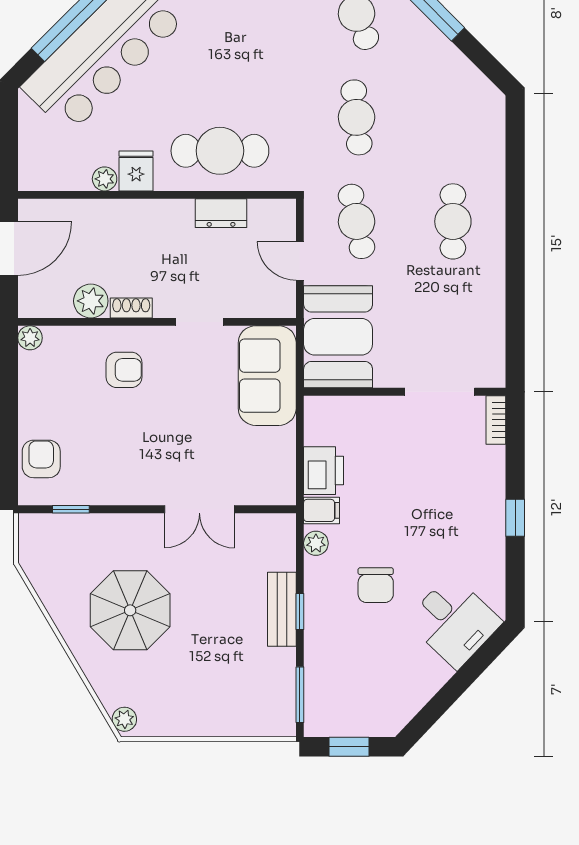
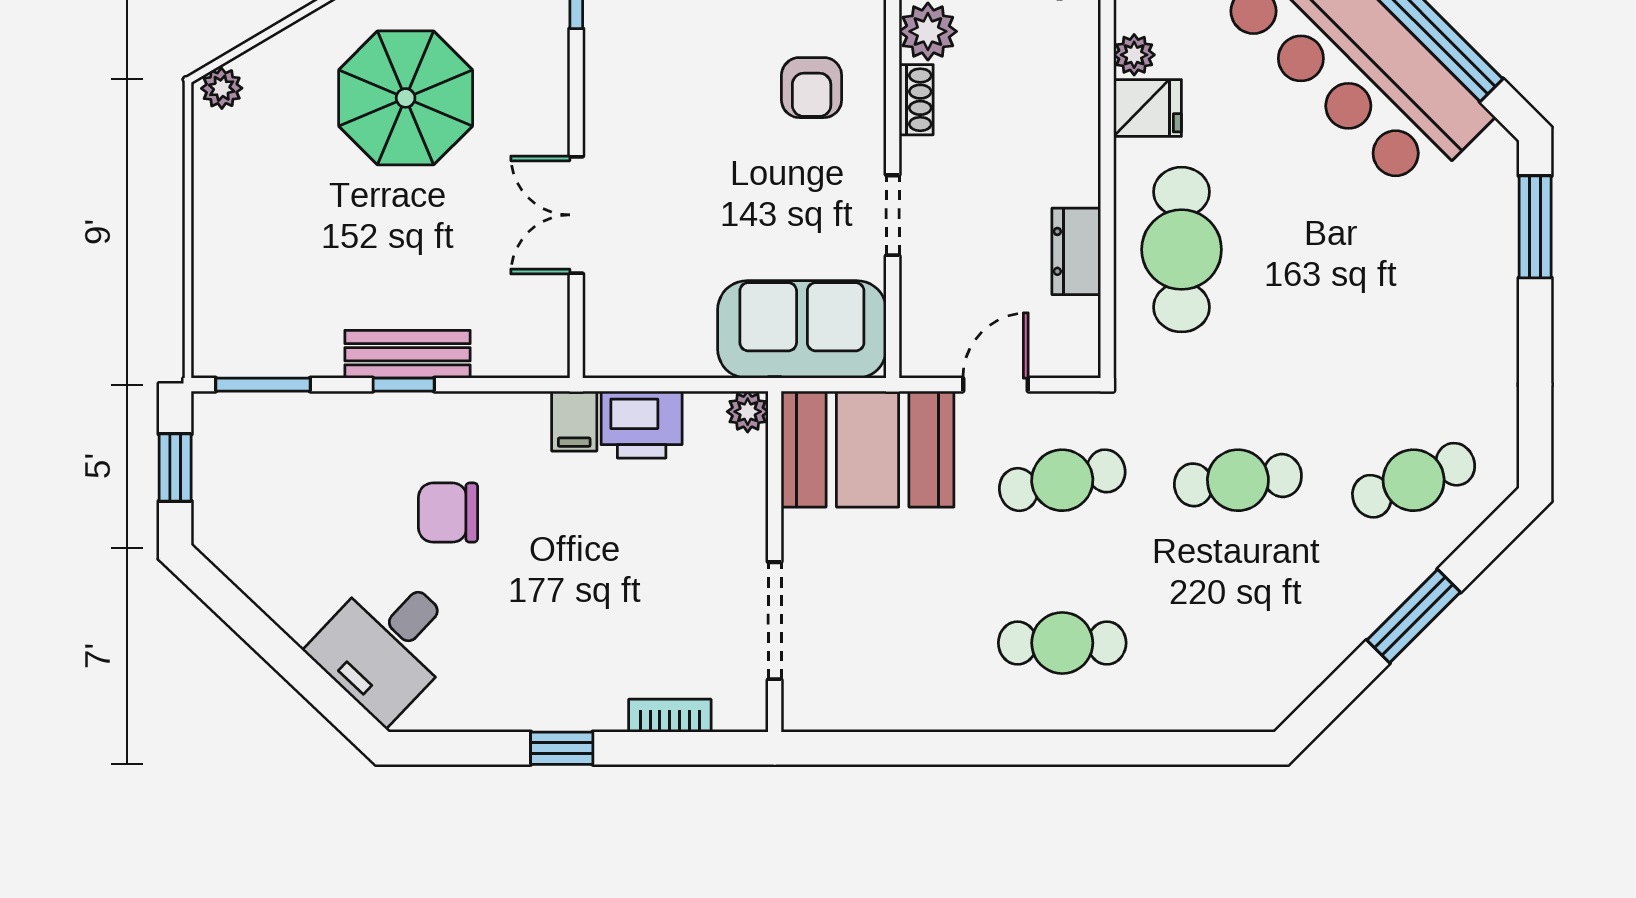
bookcase: (496, 420) -> (670, 716), moved
plant: (316, 543) -> (748, 412), moved

